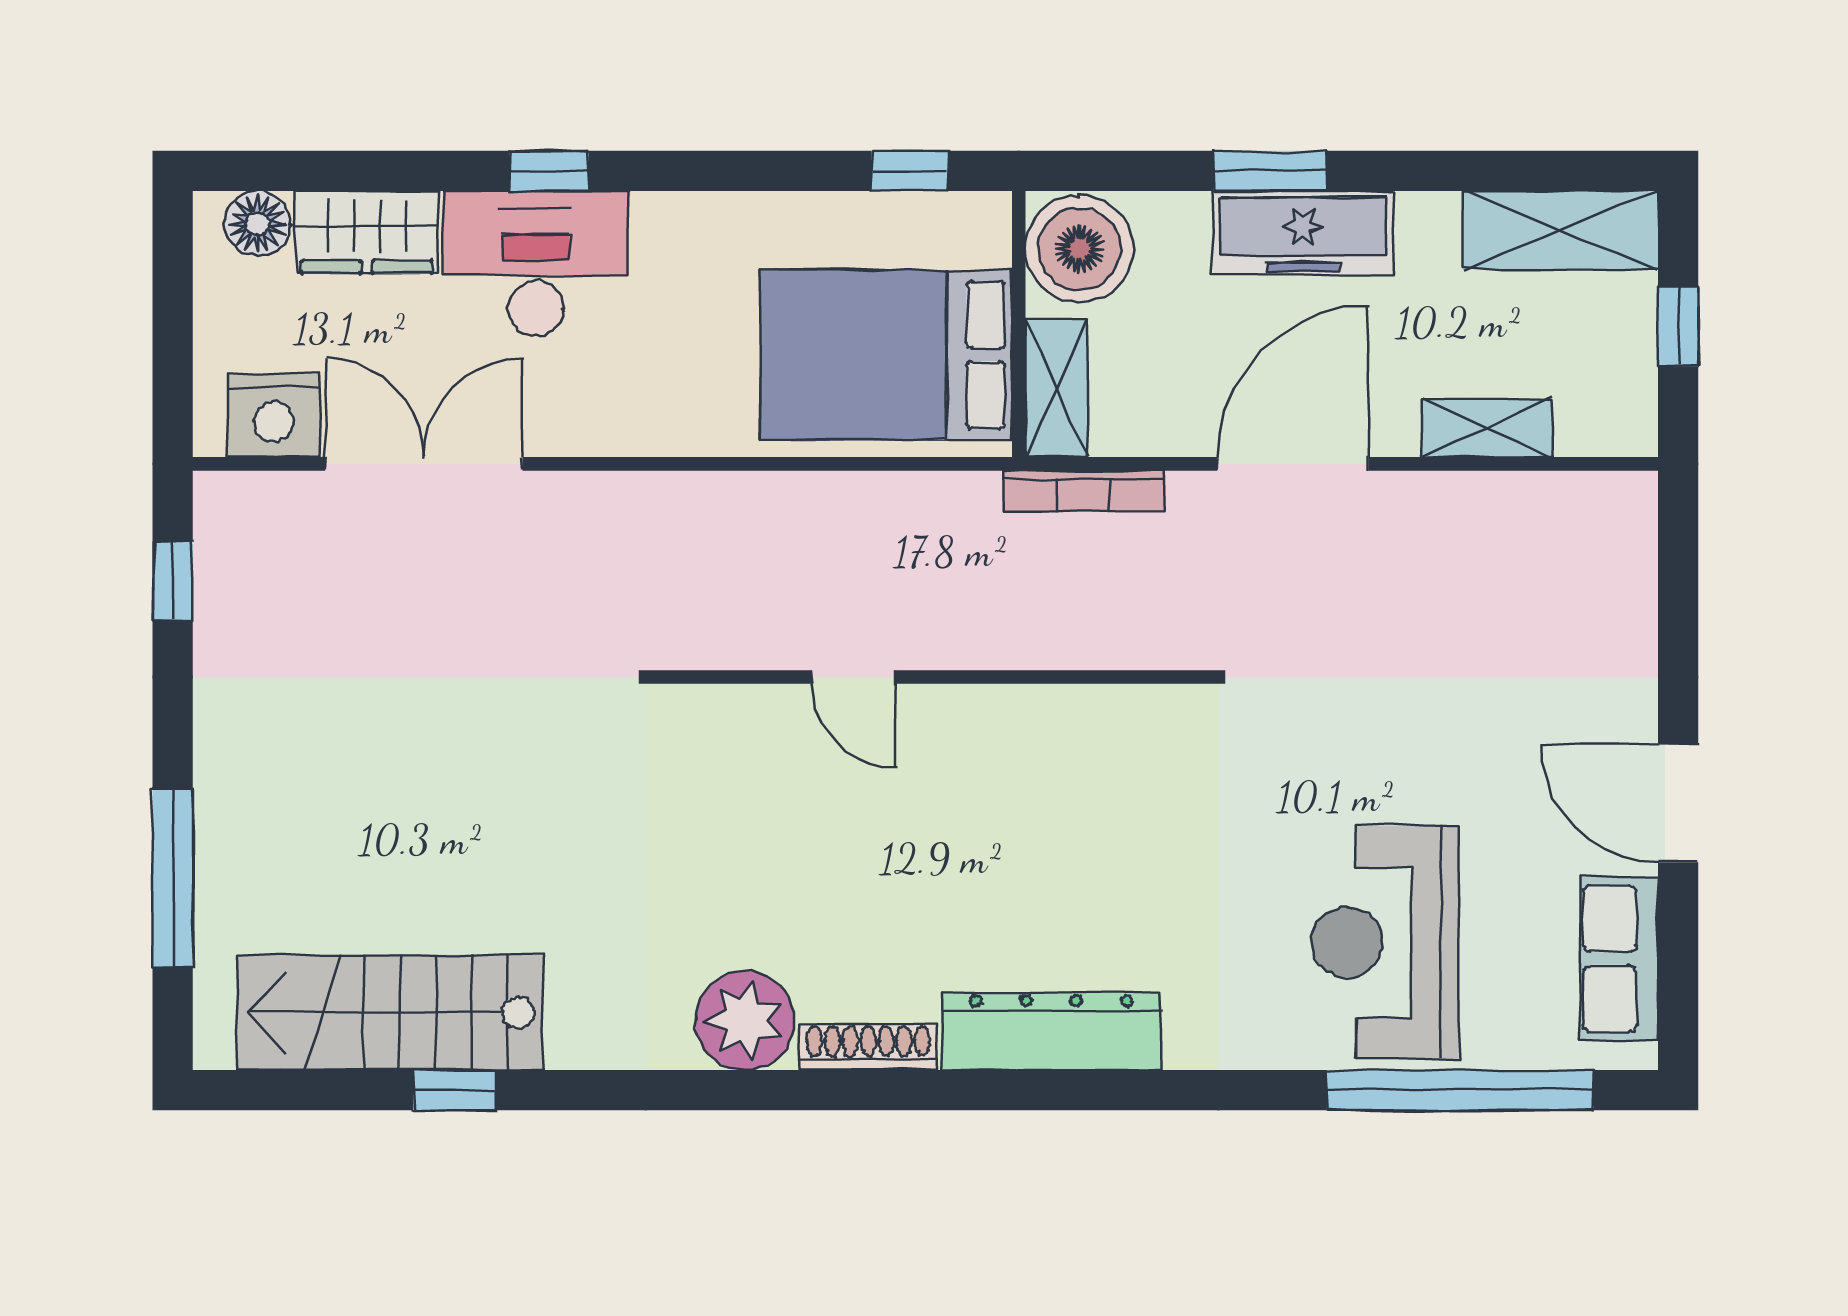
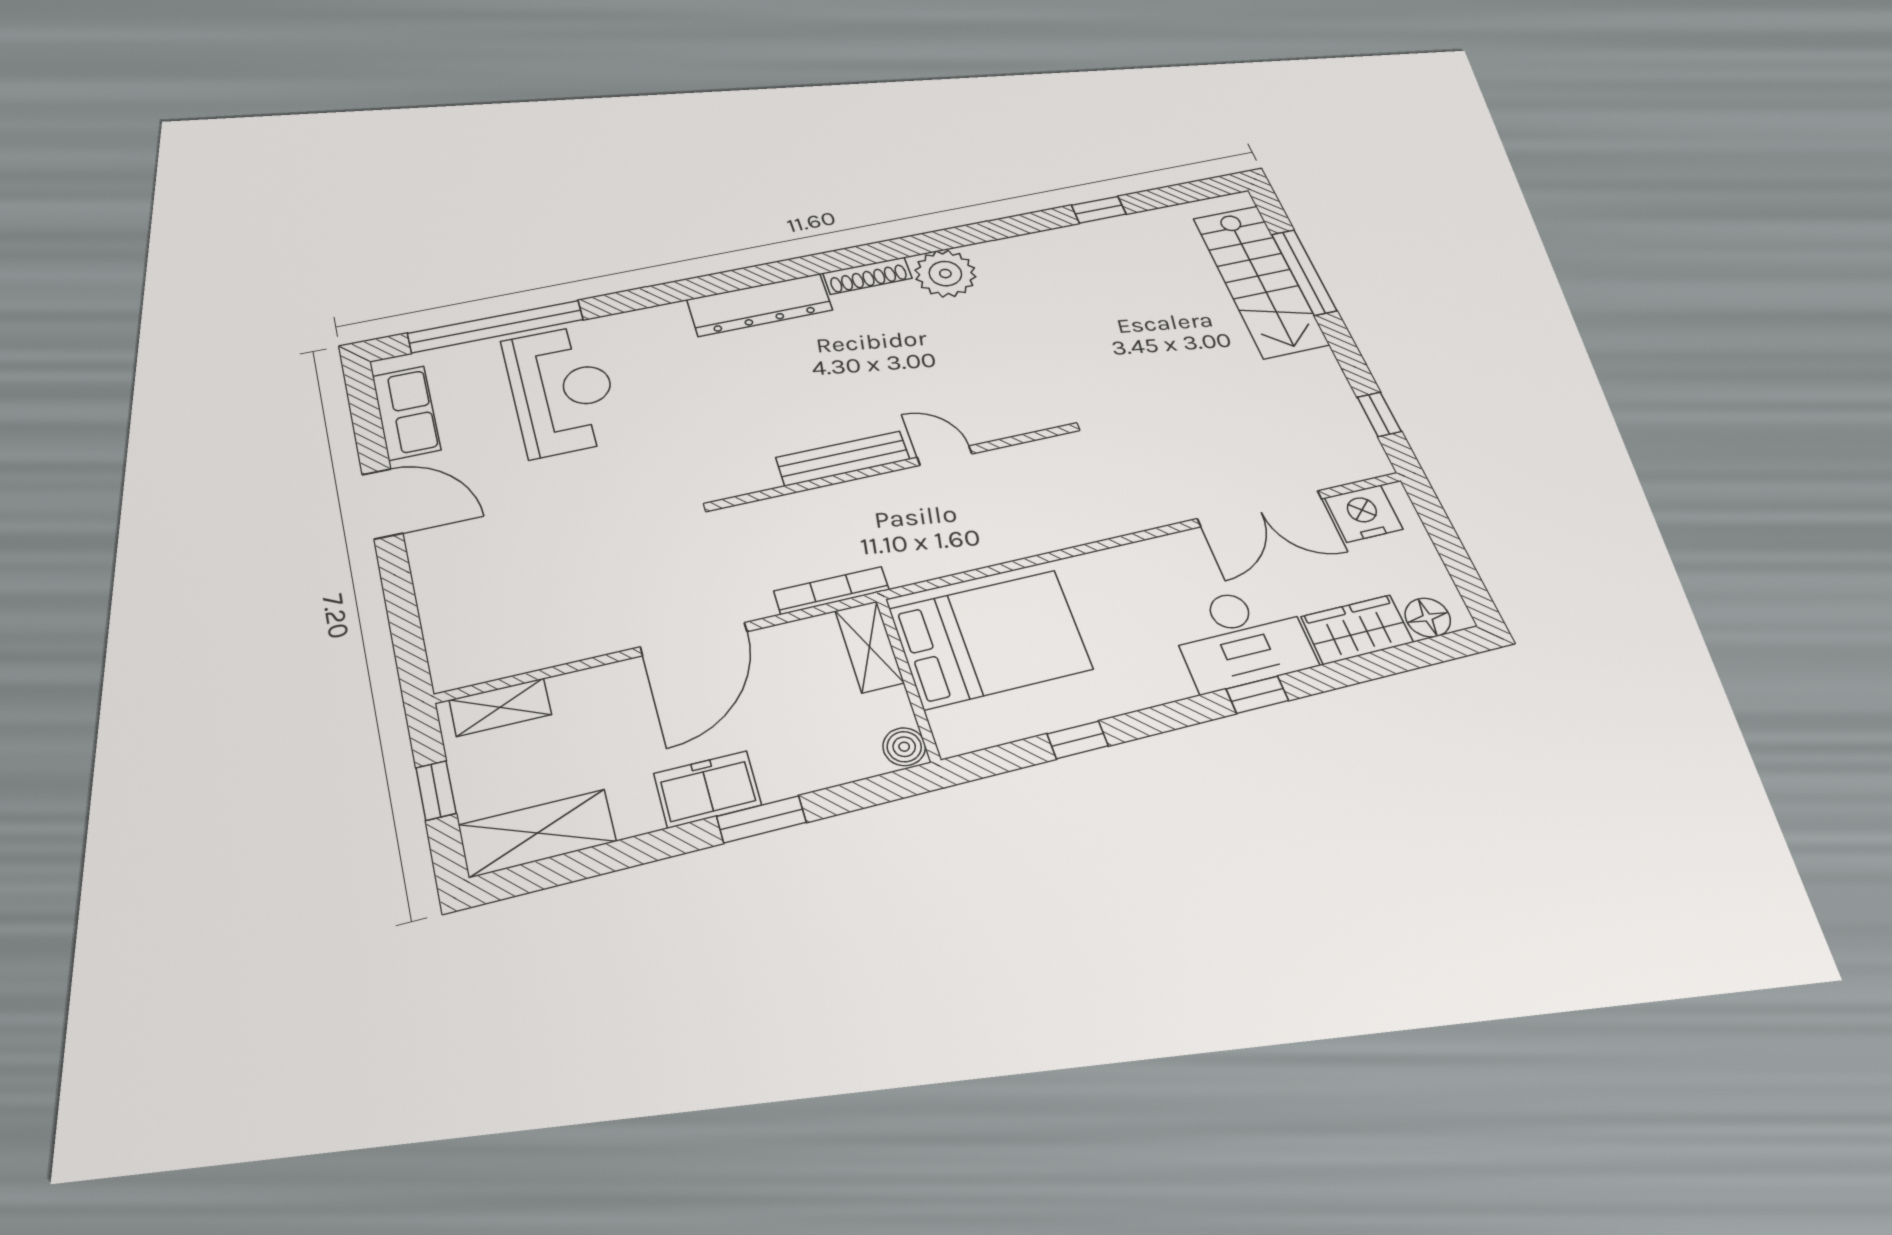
window: (910, 171) -> (1078, 740), moved
freezer: (1303, 233) -> (708, 789), width x0.71
boiler: (1079, 249) -> (904, 747), width x0.54, depth x0.54
shelving: (1487, 428) -> (500, 707), moved
bench: (1004, 711) -> (843, 458), added
stairs: (390, 1013) -> (1260, 281), moved, turned 90

